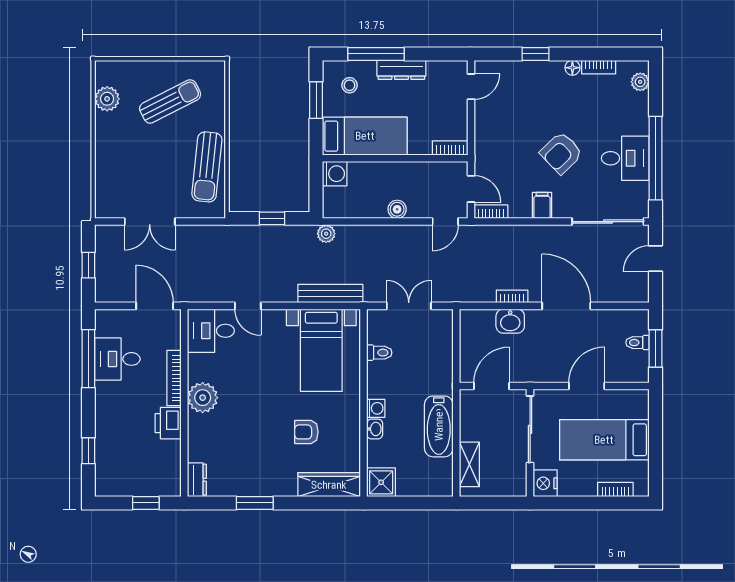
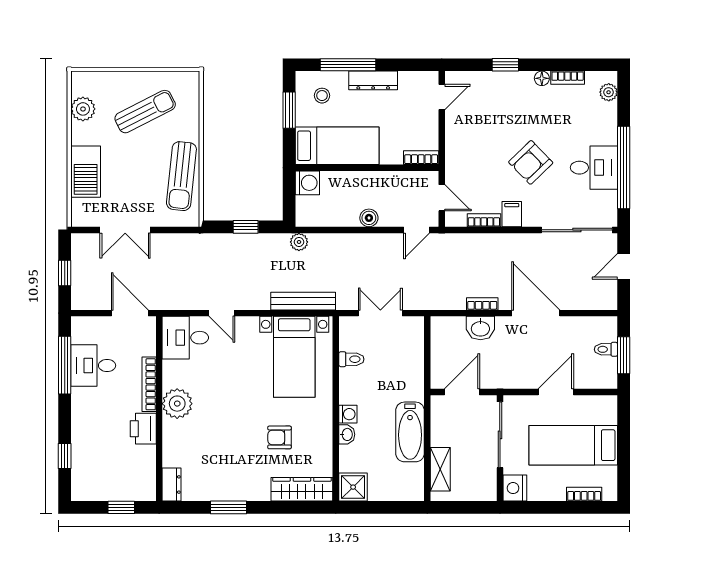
barbecue: (110, 162) -> (86, 172), added
bookcase: (491, 212) -> (484, 220), moved

